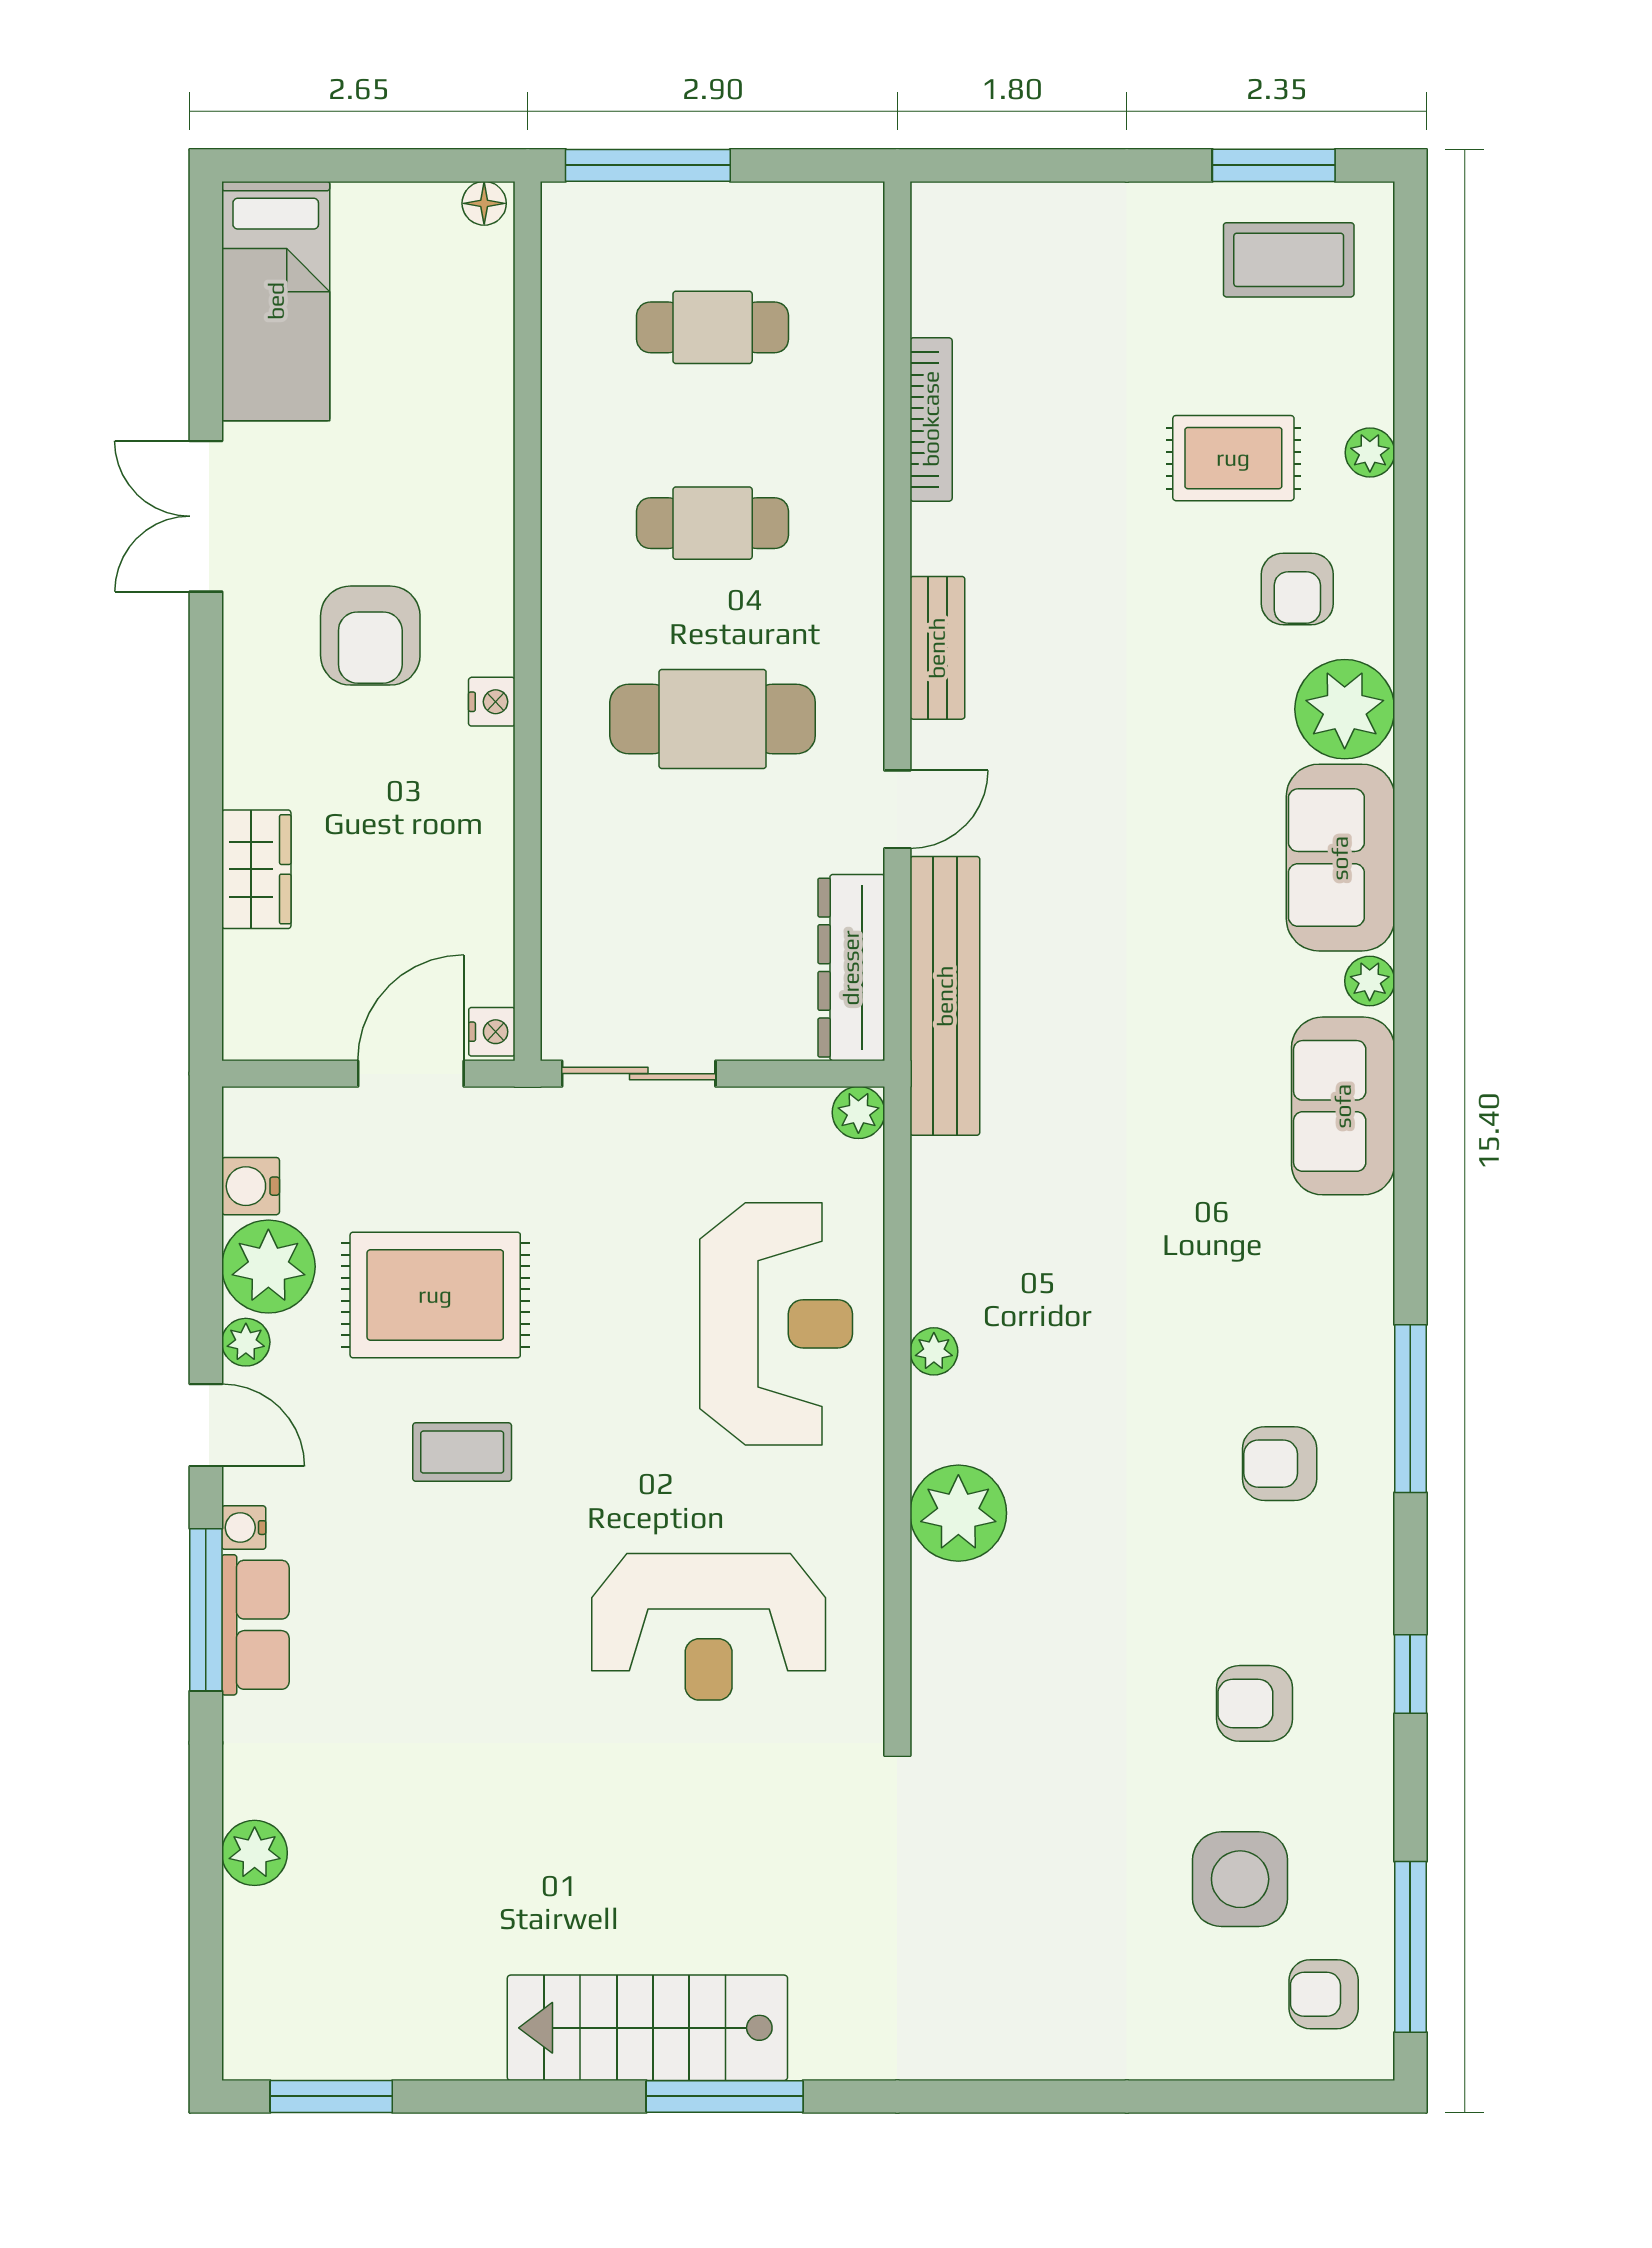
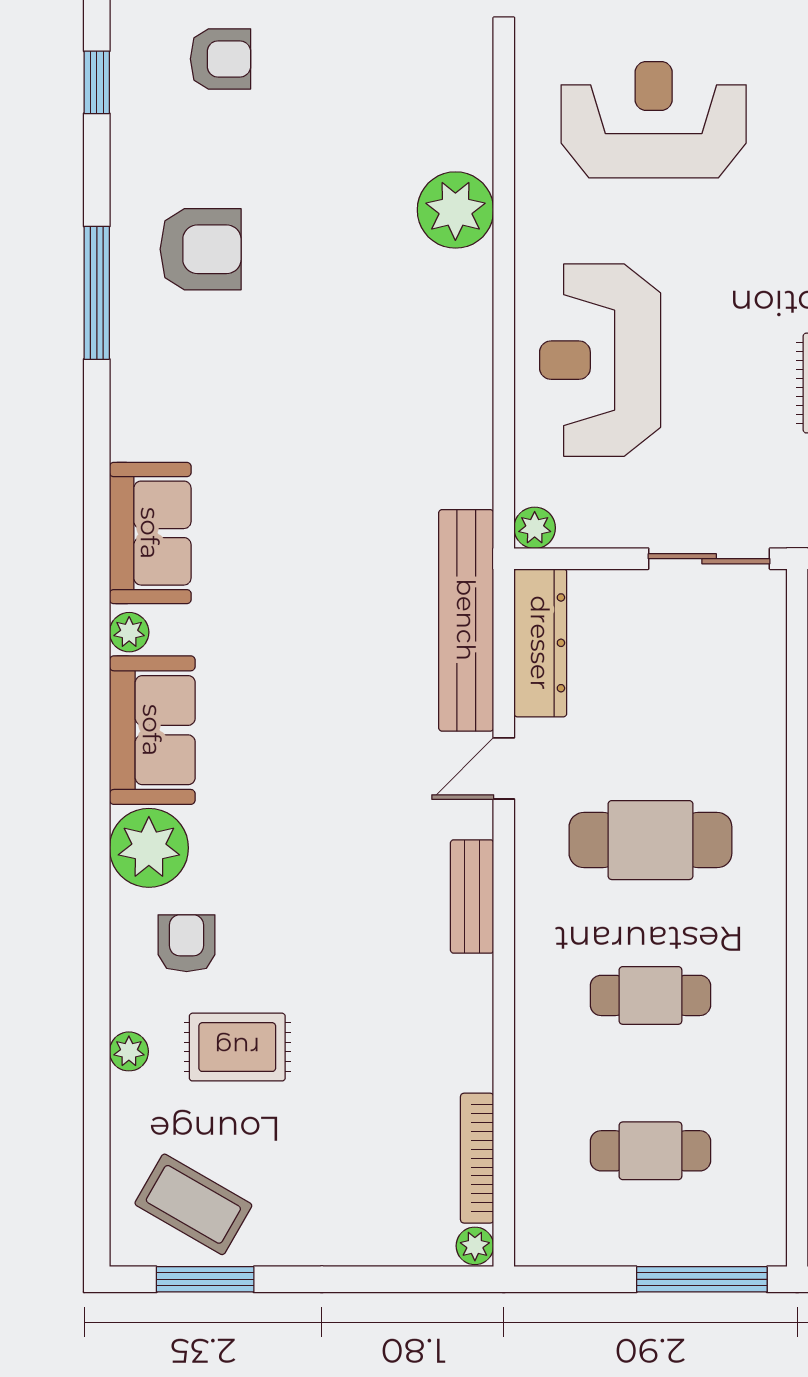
coffee table: (1289, 260) -> (193, 1204), turned 30
bookcase: (931, 419) -> (477, 1158), moved
plant: (934, 1351) -> (475, 1246), moved
armchair: (1280, 1464) -> (201, 249), width x1.38, depth x1.38

